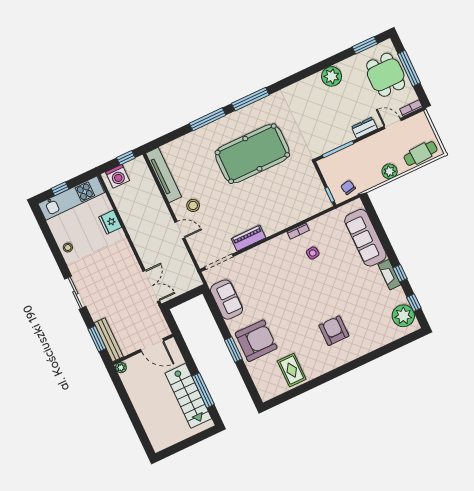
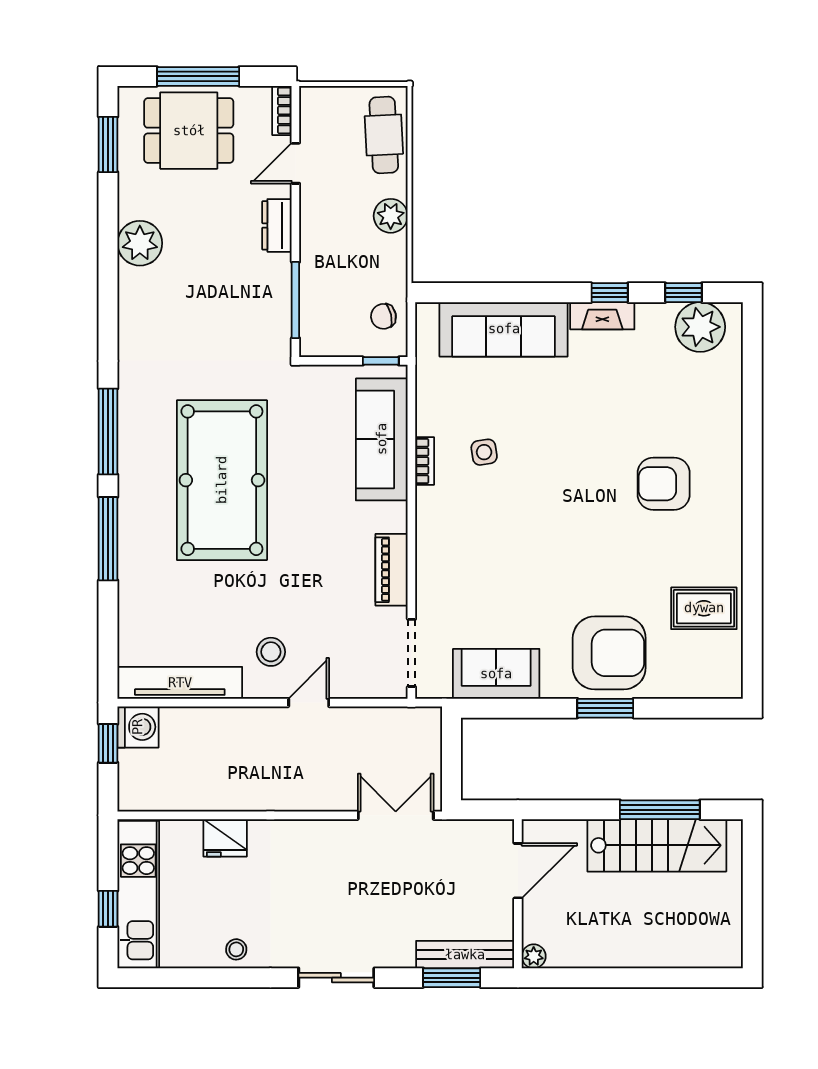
washing machine: (118, 176) -> (138, 727), moved
sofa: (299, 210) -> (382, 439), added
armchair: (256, 341) -> (609, 653), turned 90

